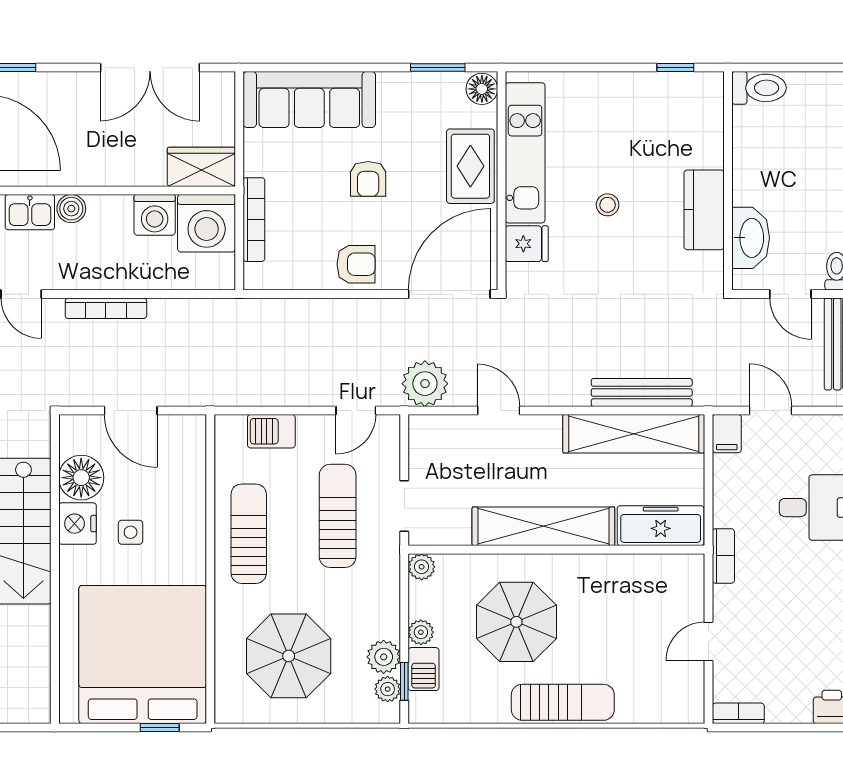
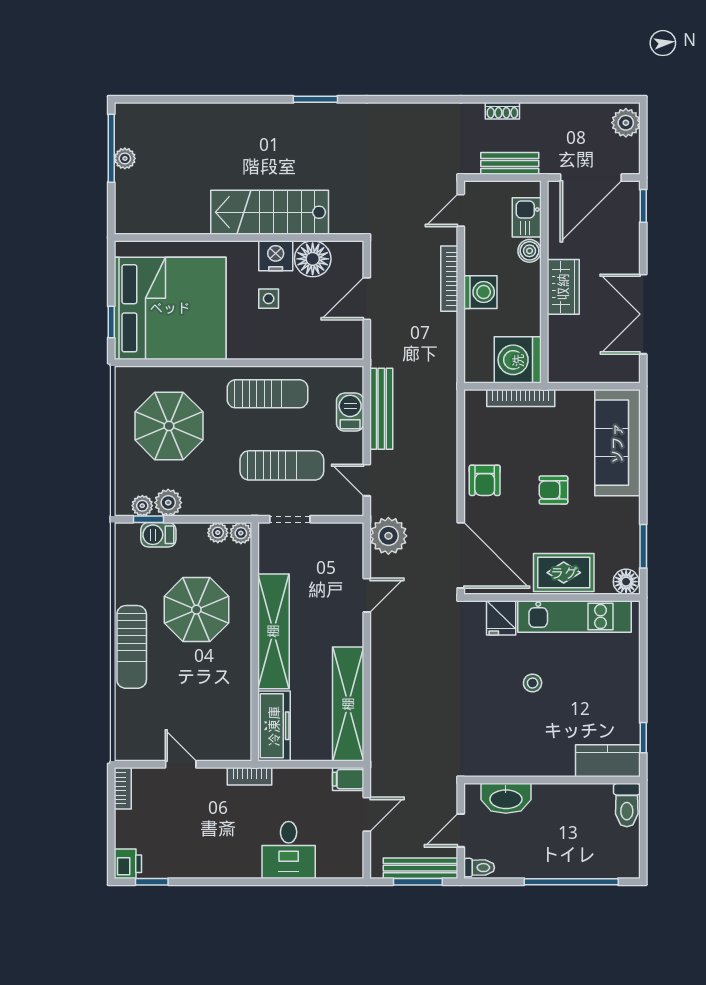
wardrobe: (201, 167) -> (563, 287), moved
kitchen counter: (704, 210) -> (608, 761), moved
washing machine: (155, 215) -> (480, 292), moved, turned 180
bench: (642, 392) -> (381, 409), moved
plant: (421, 632) -> (218, 533), moved

